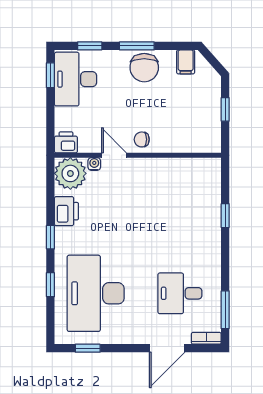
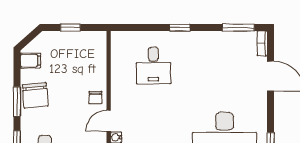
chair: (144, 68) -> (35, 95), turned 85
window: (225, 216) -> (180, 28), moved
desk: (180, 293) -> (153, 65), moved

